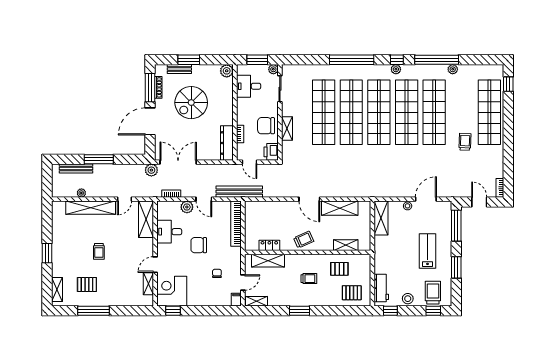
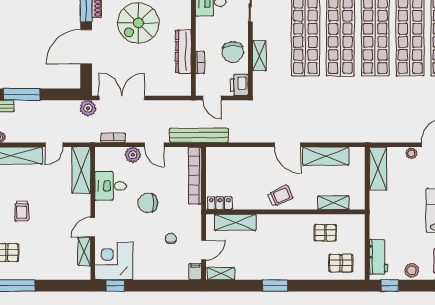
chair: (266, 126) -> (233, 52), turned -90
dresser: (227, 143) -> (183, 51), moved
locker: (269, 245) -> (220, 203), moved
trolley: (309, 279) -> (287, 245), removed

